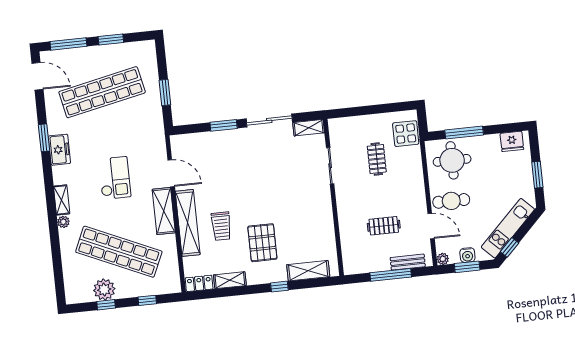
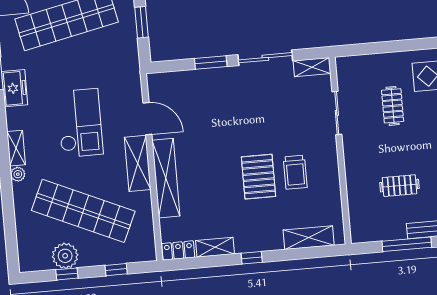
checkout: (115, 178) -> (80, 123), width x1.36, depth x1.21
trolley: (221, 226) -> (295, 172), moved
pallet: (262, 243) -> (258, 177), moved
window: (279, 287) -> (252, 258), moved

